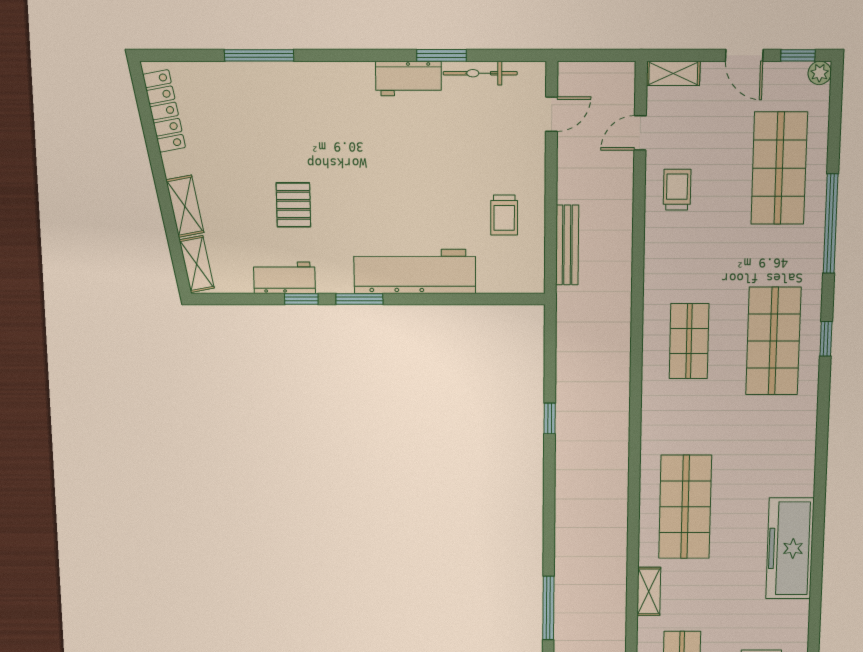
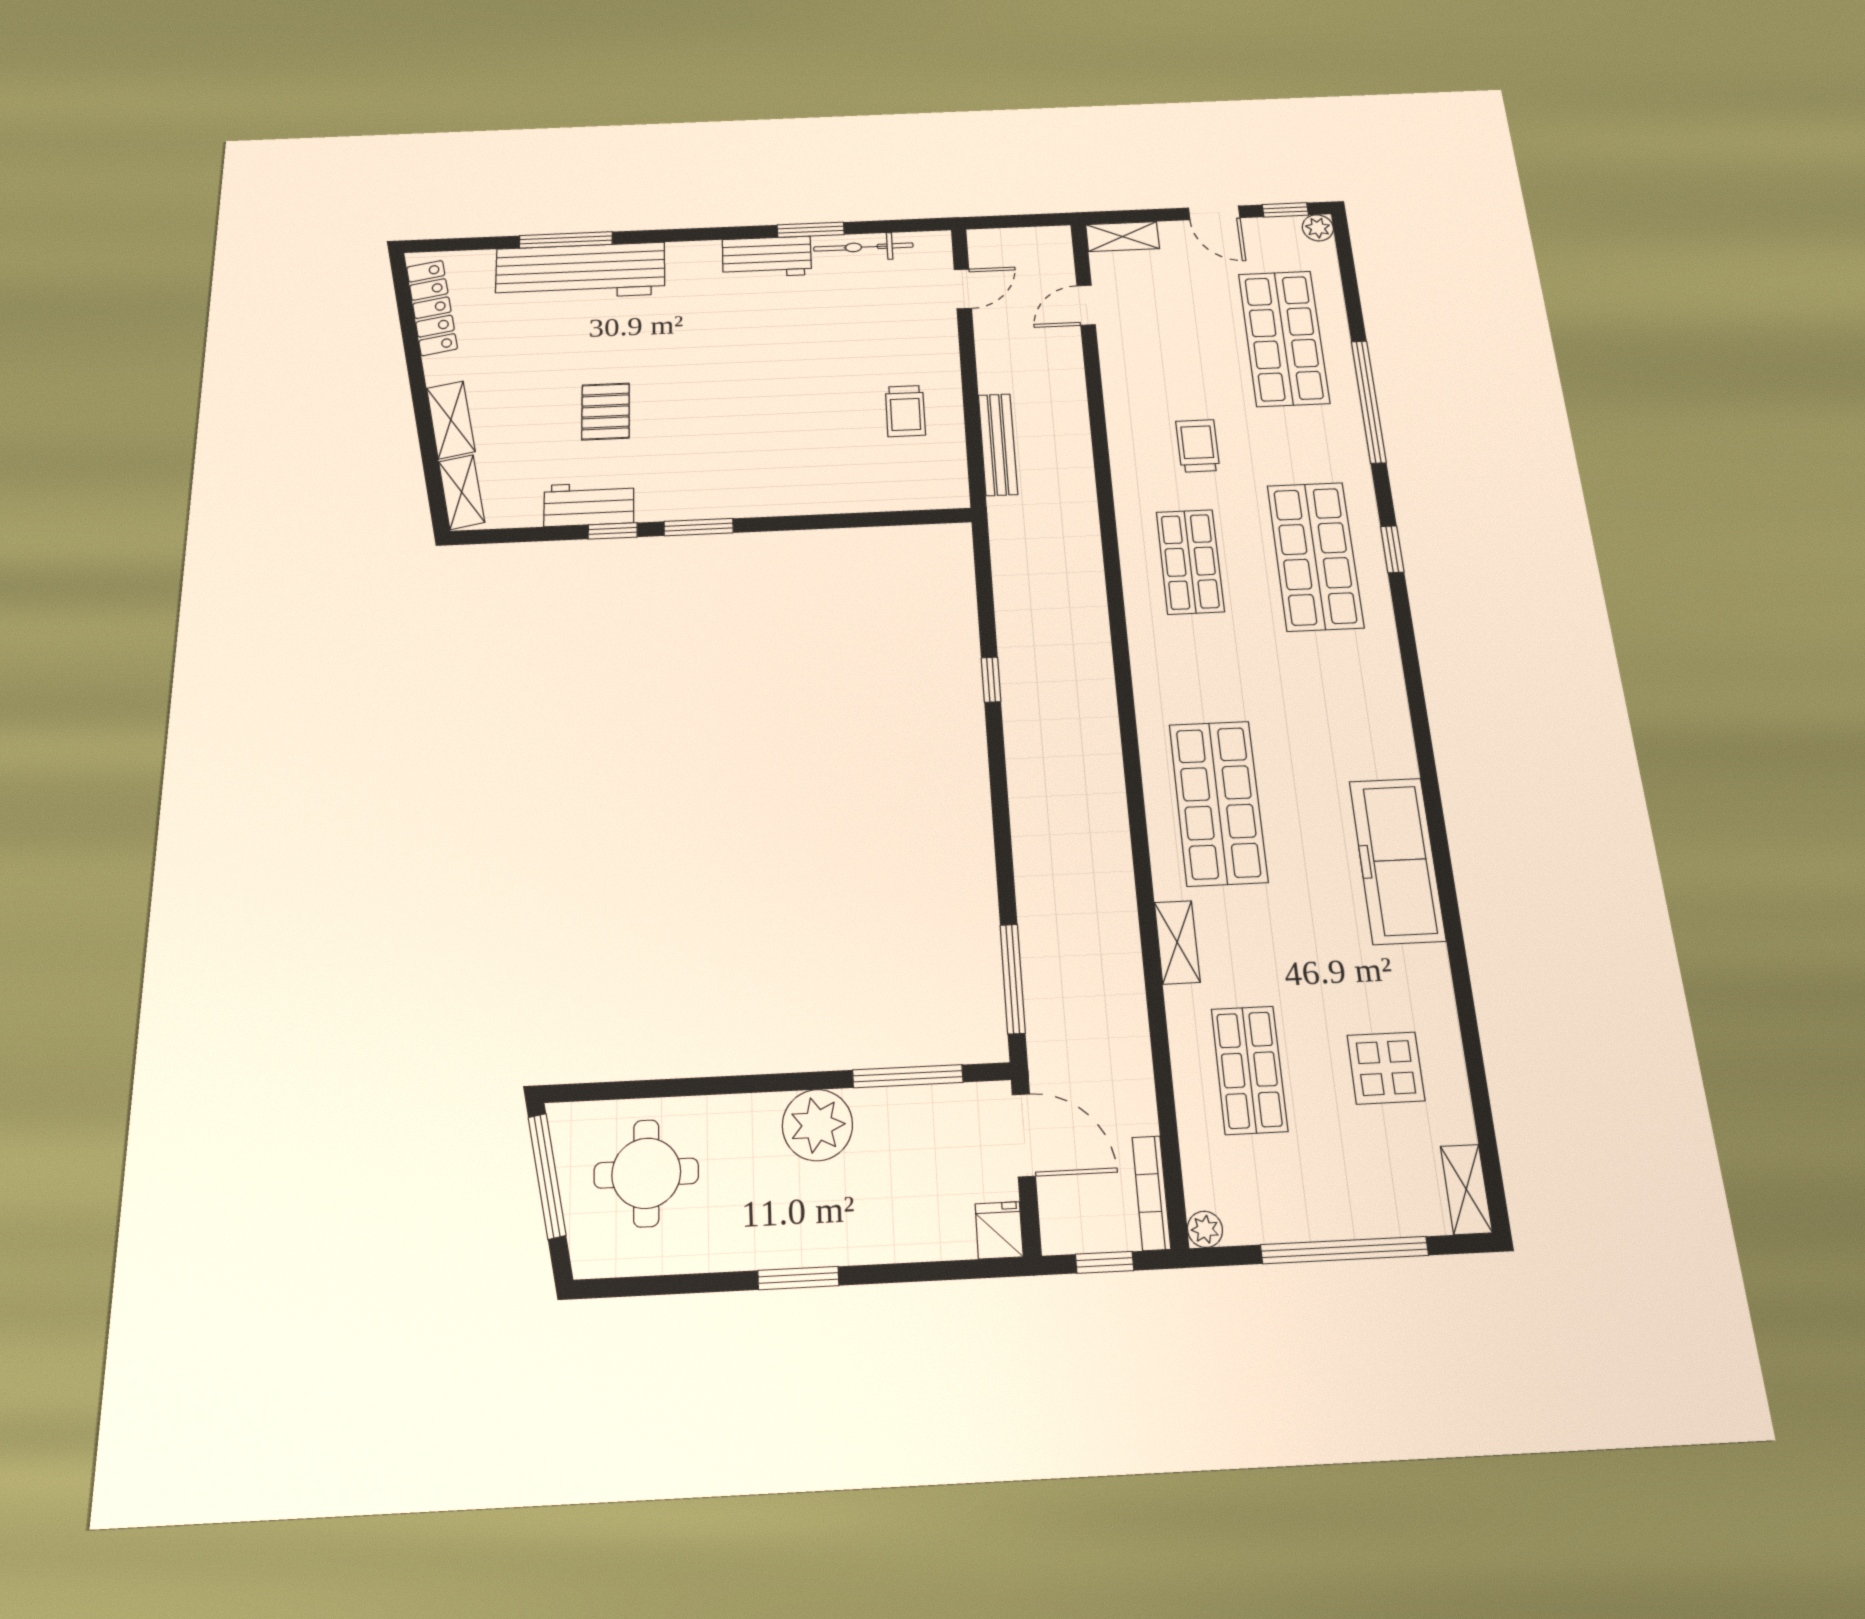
trolley: (677, 190) -> (1198, 446), moved
workbench: (415, 271) -> (580, 271), moved, turned 180

